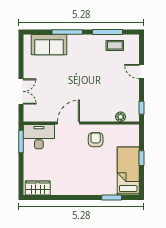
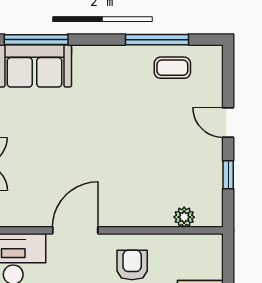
window: (67, 32) -> (36, 40), moved
window: (141, 108) -> (228, 175), moved

